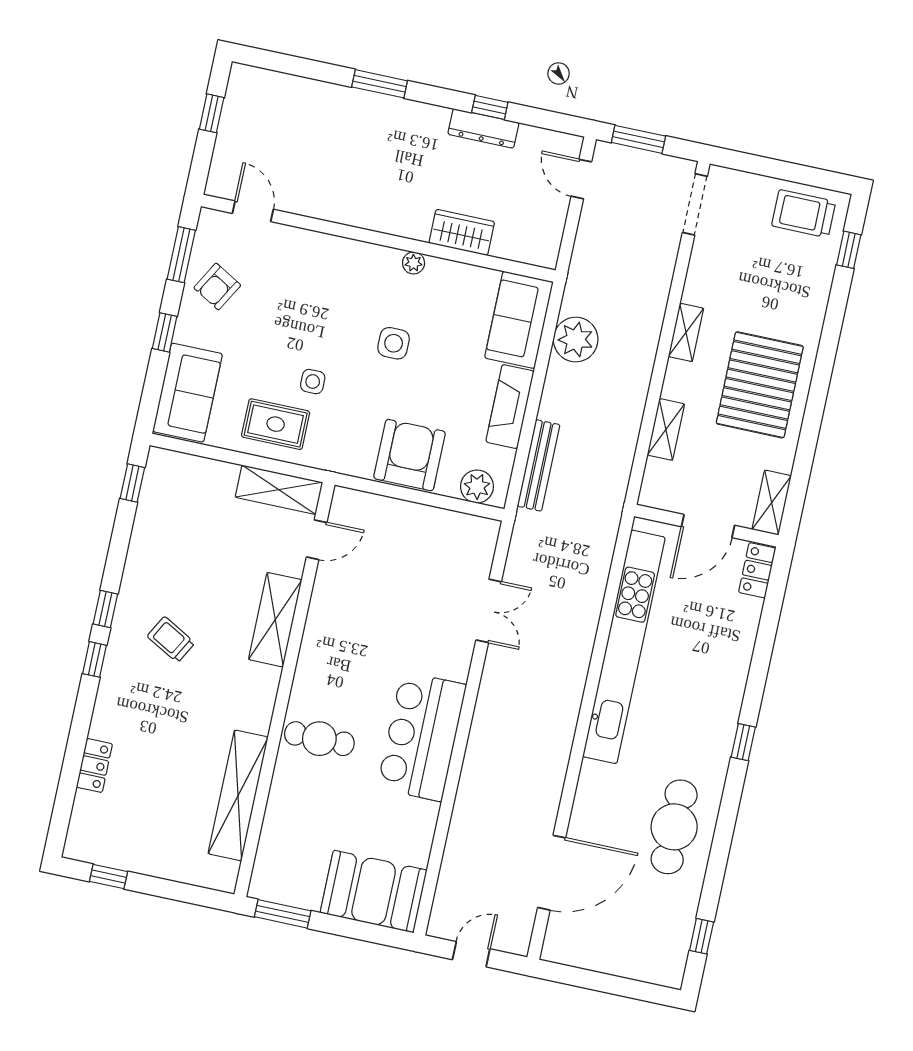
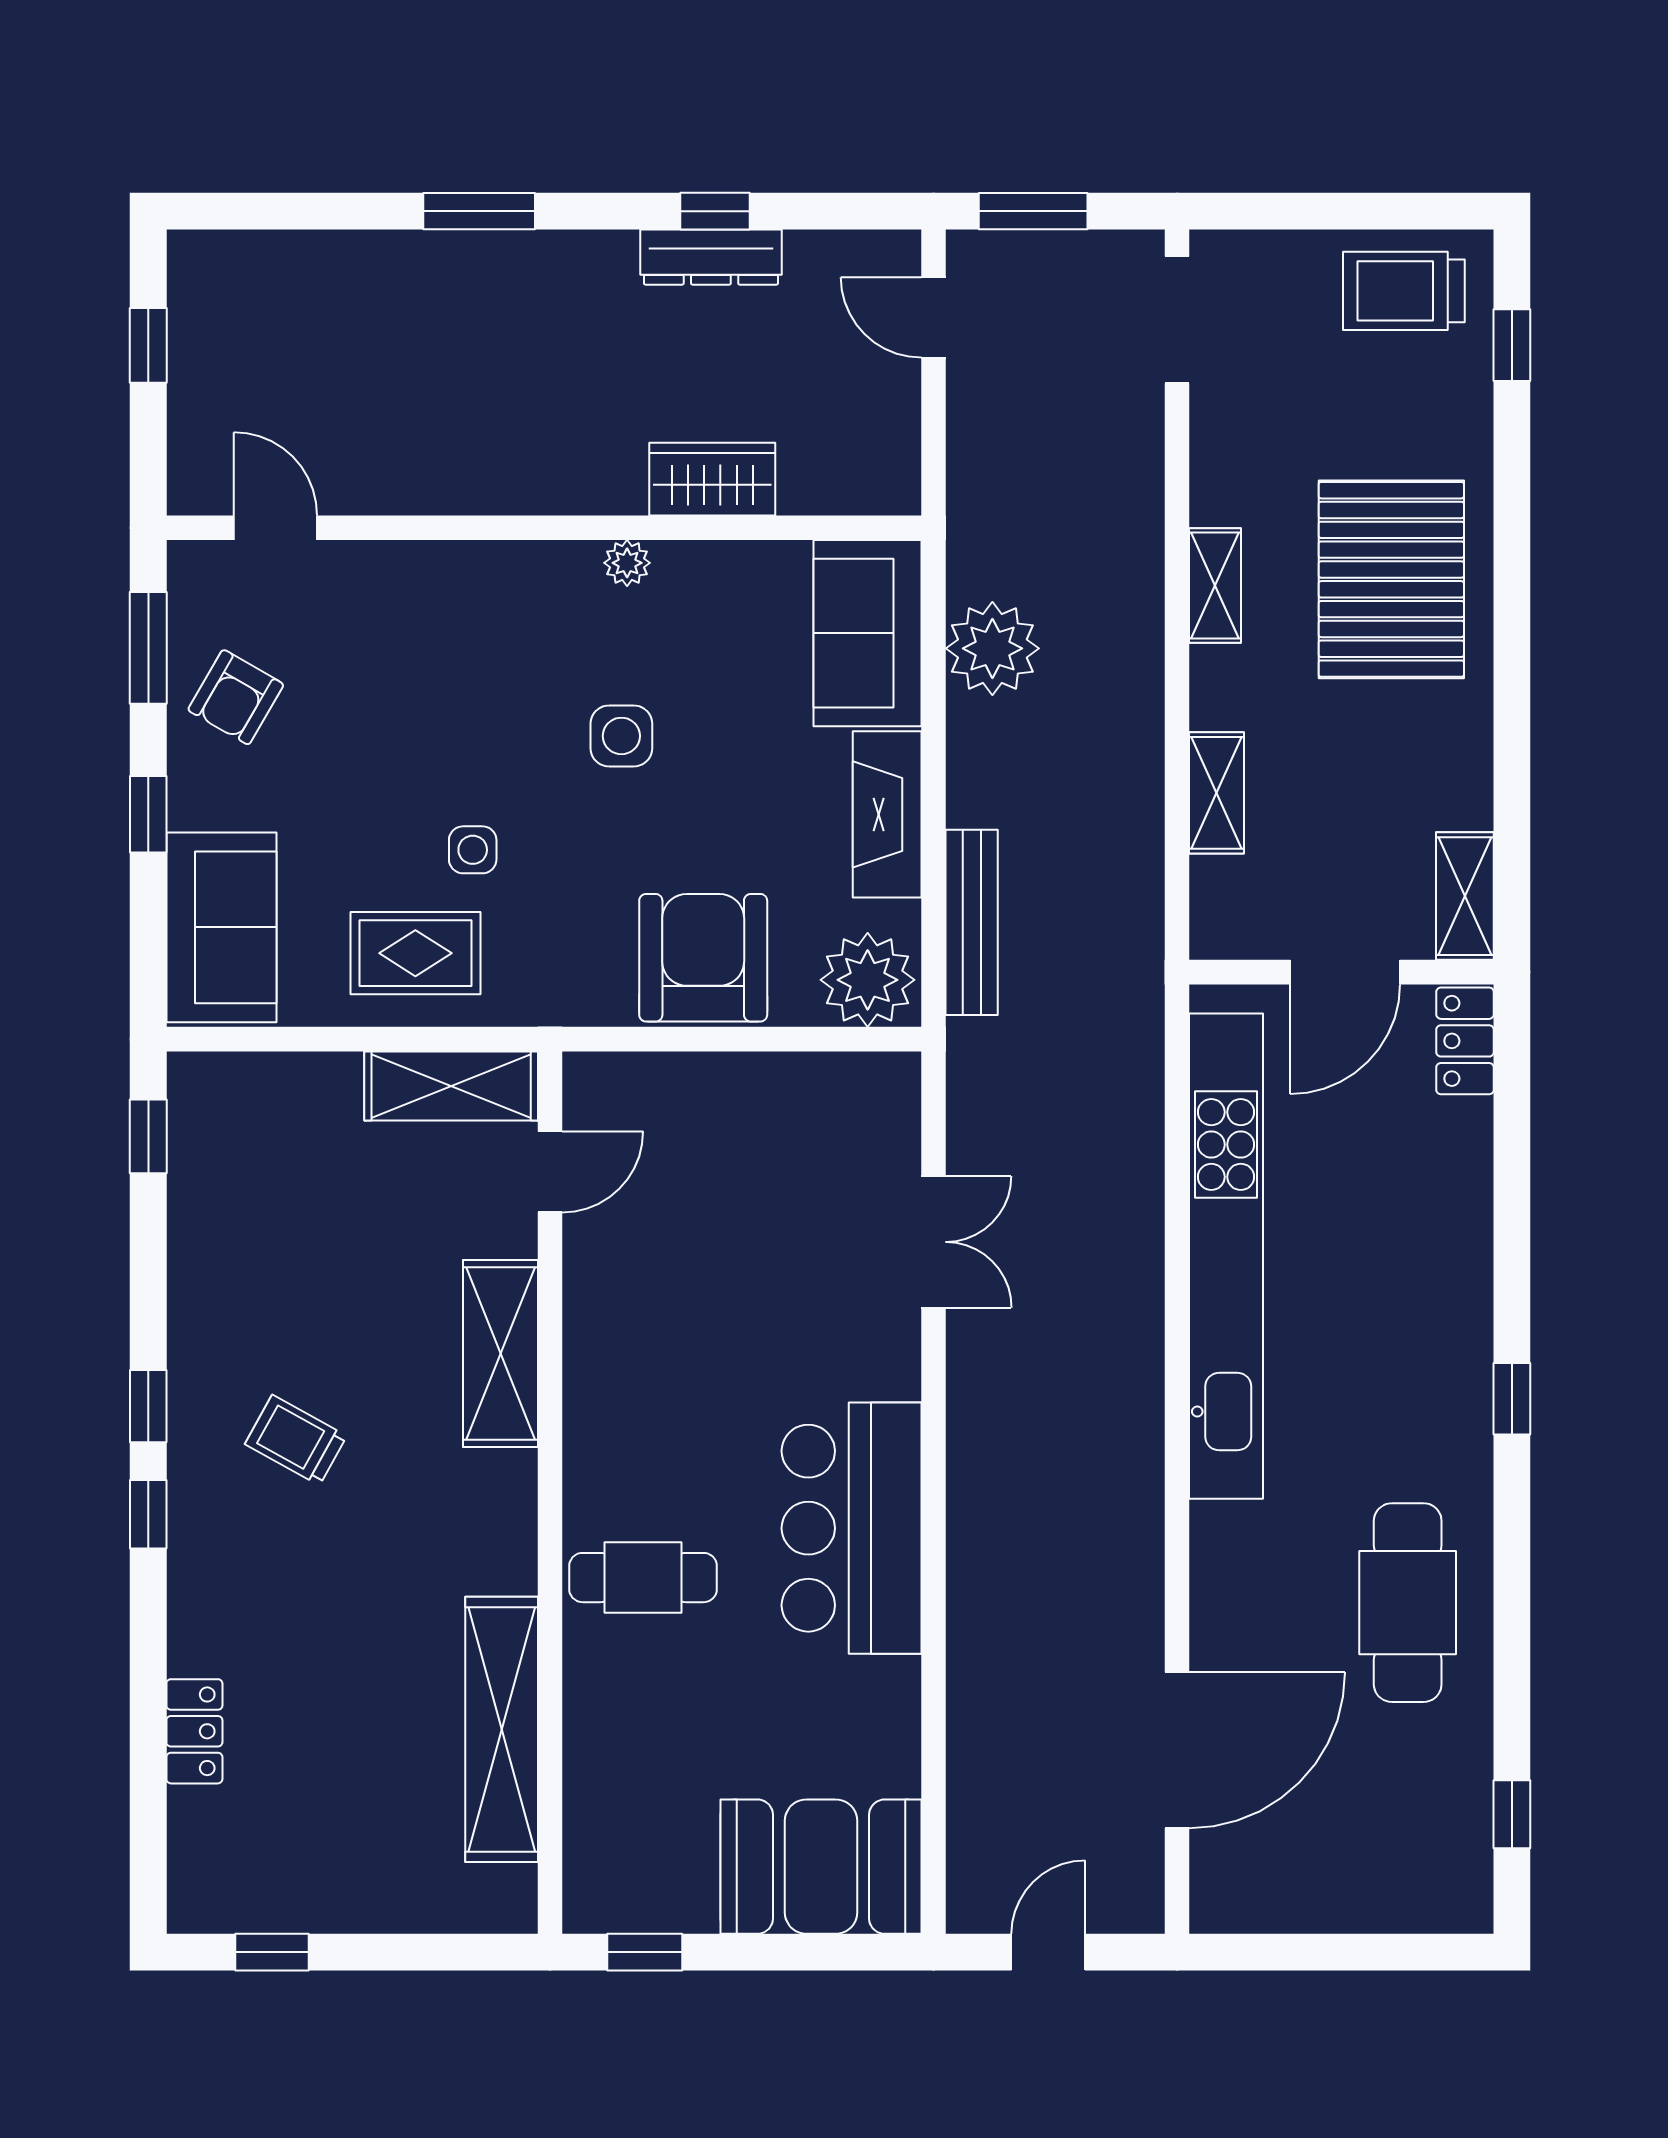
pallet: (760, 385) -> (1391, 579), moved
plant: (477, 486) -> (868, 980), width x1.36, depth x1.36
window: (283, 914) -> (645, 1952), width x0.67

